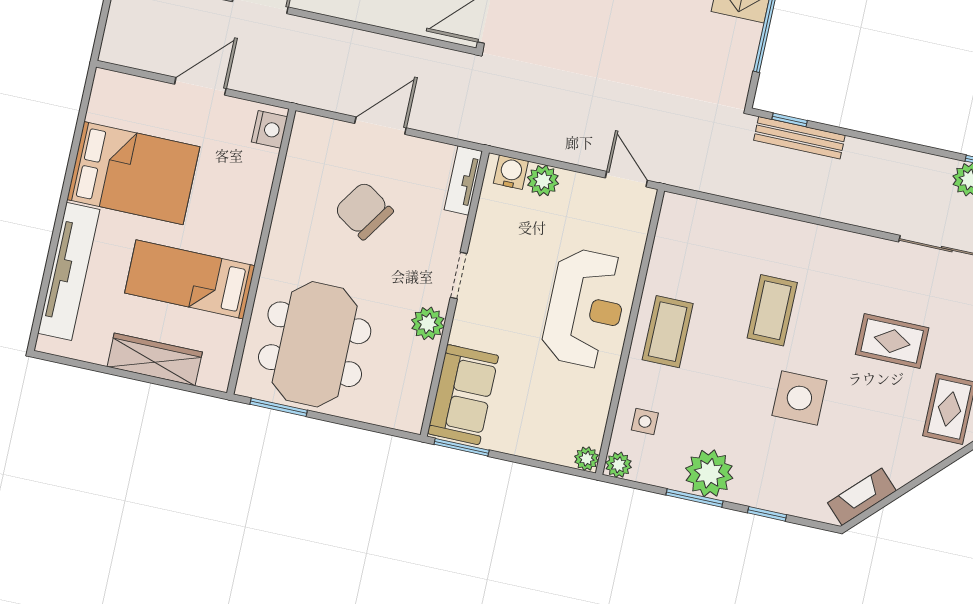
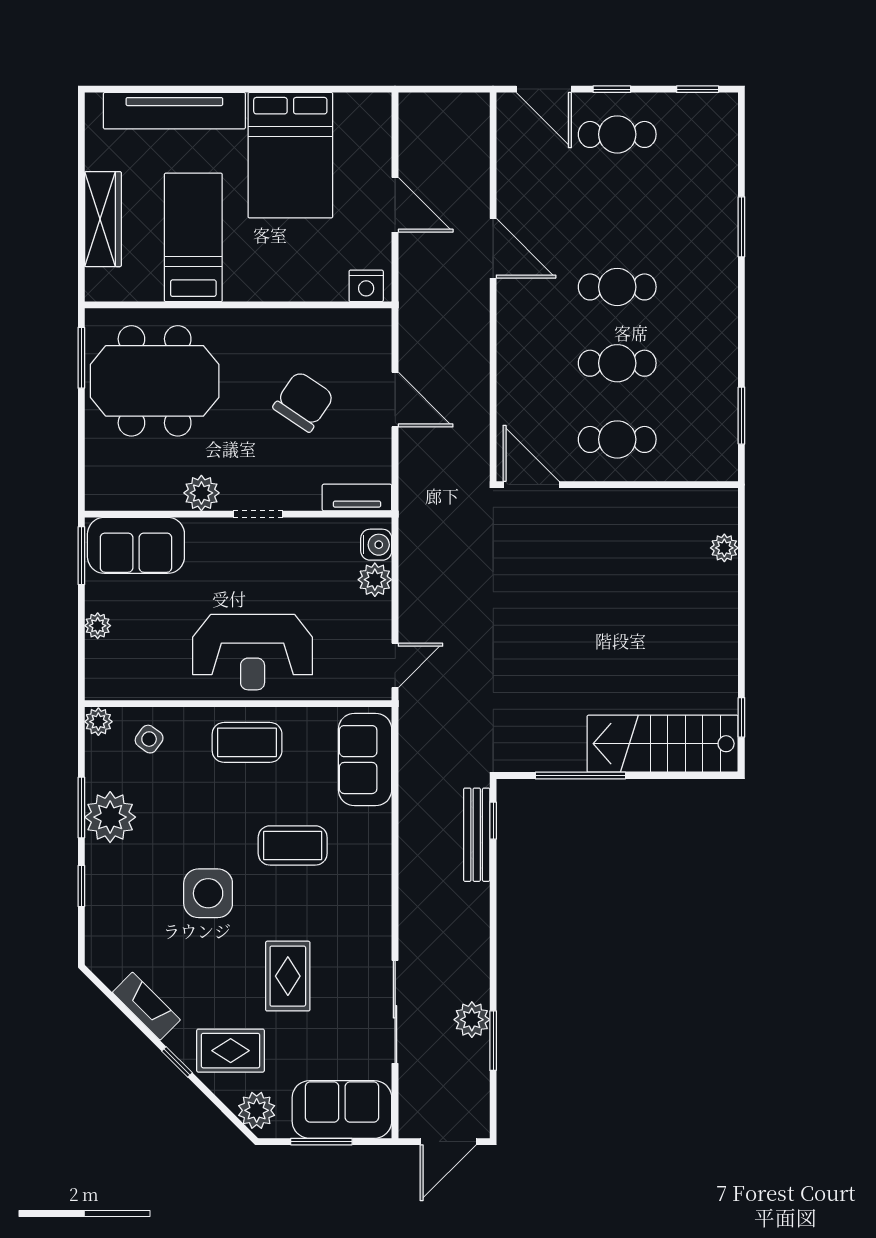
sofa: (707, 226) -> (365, 760), added
side table: (645, 422) -> (149, 739), turned 36
plant: (587, 459) -> (98, 626), moved
window: (949, 461) -> (177, 1062), added
fireplace: (862, 497) -> (146, 1006), moved

